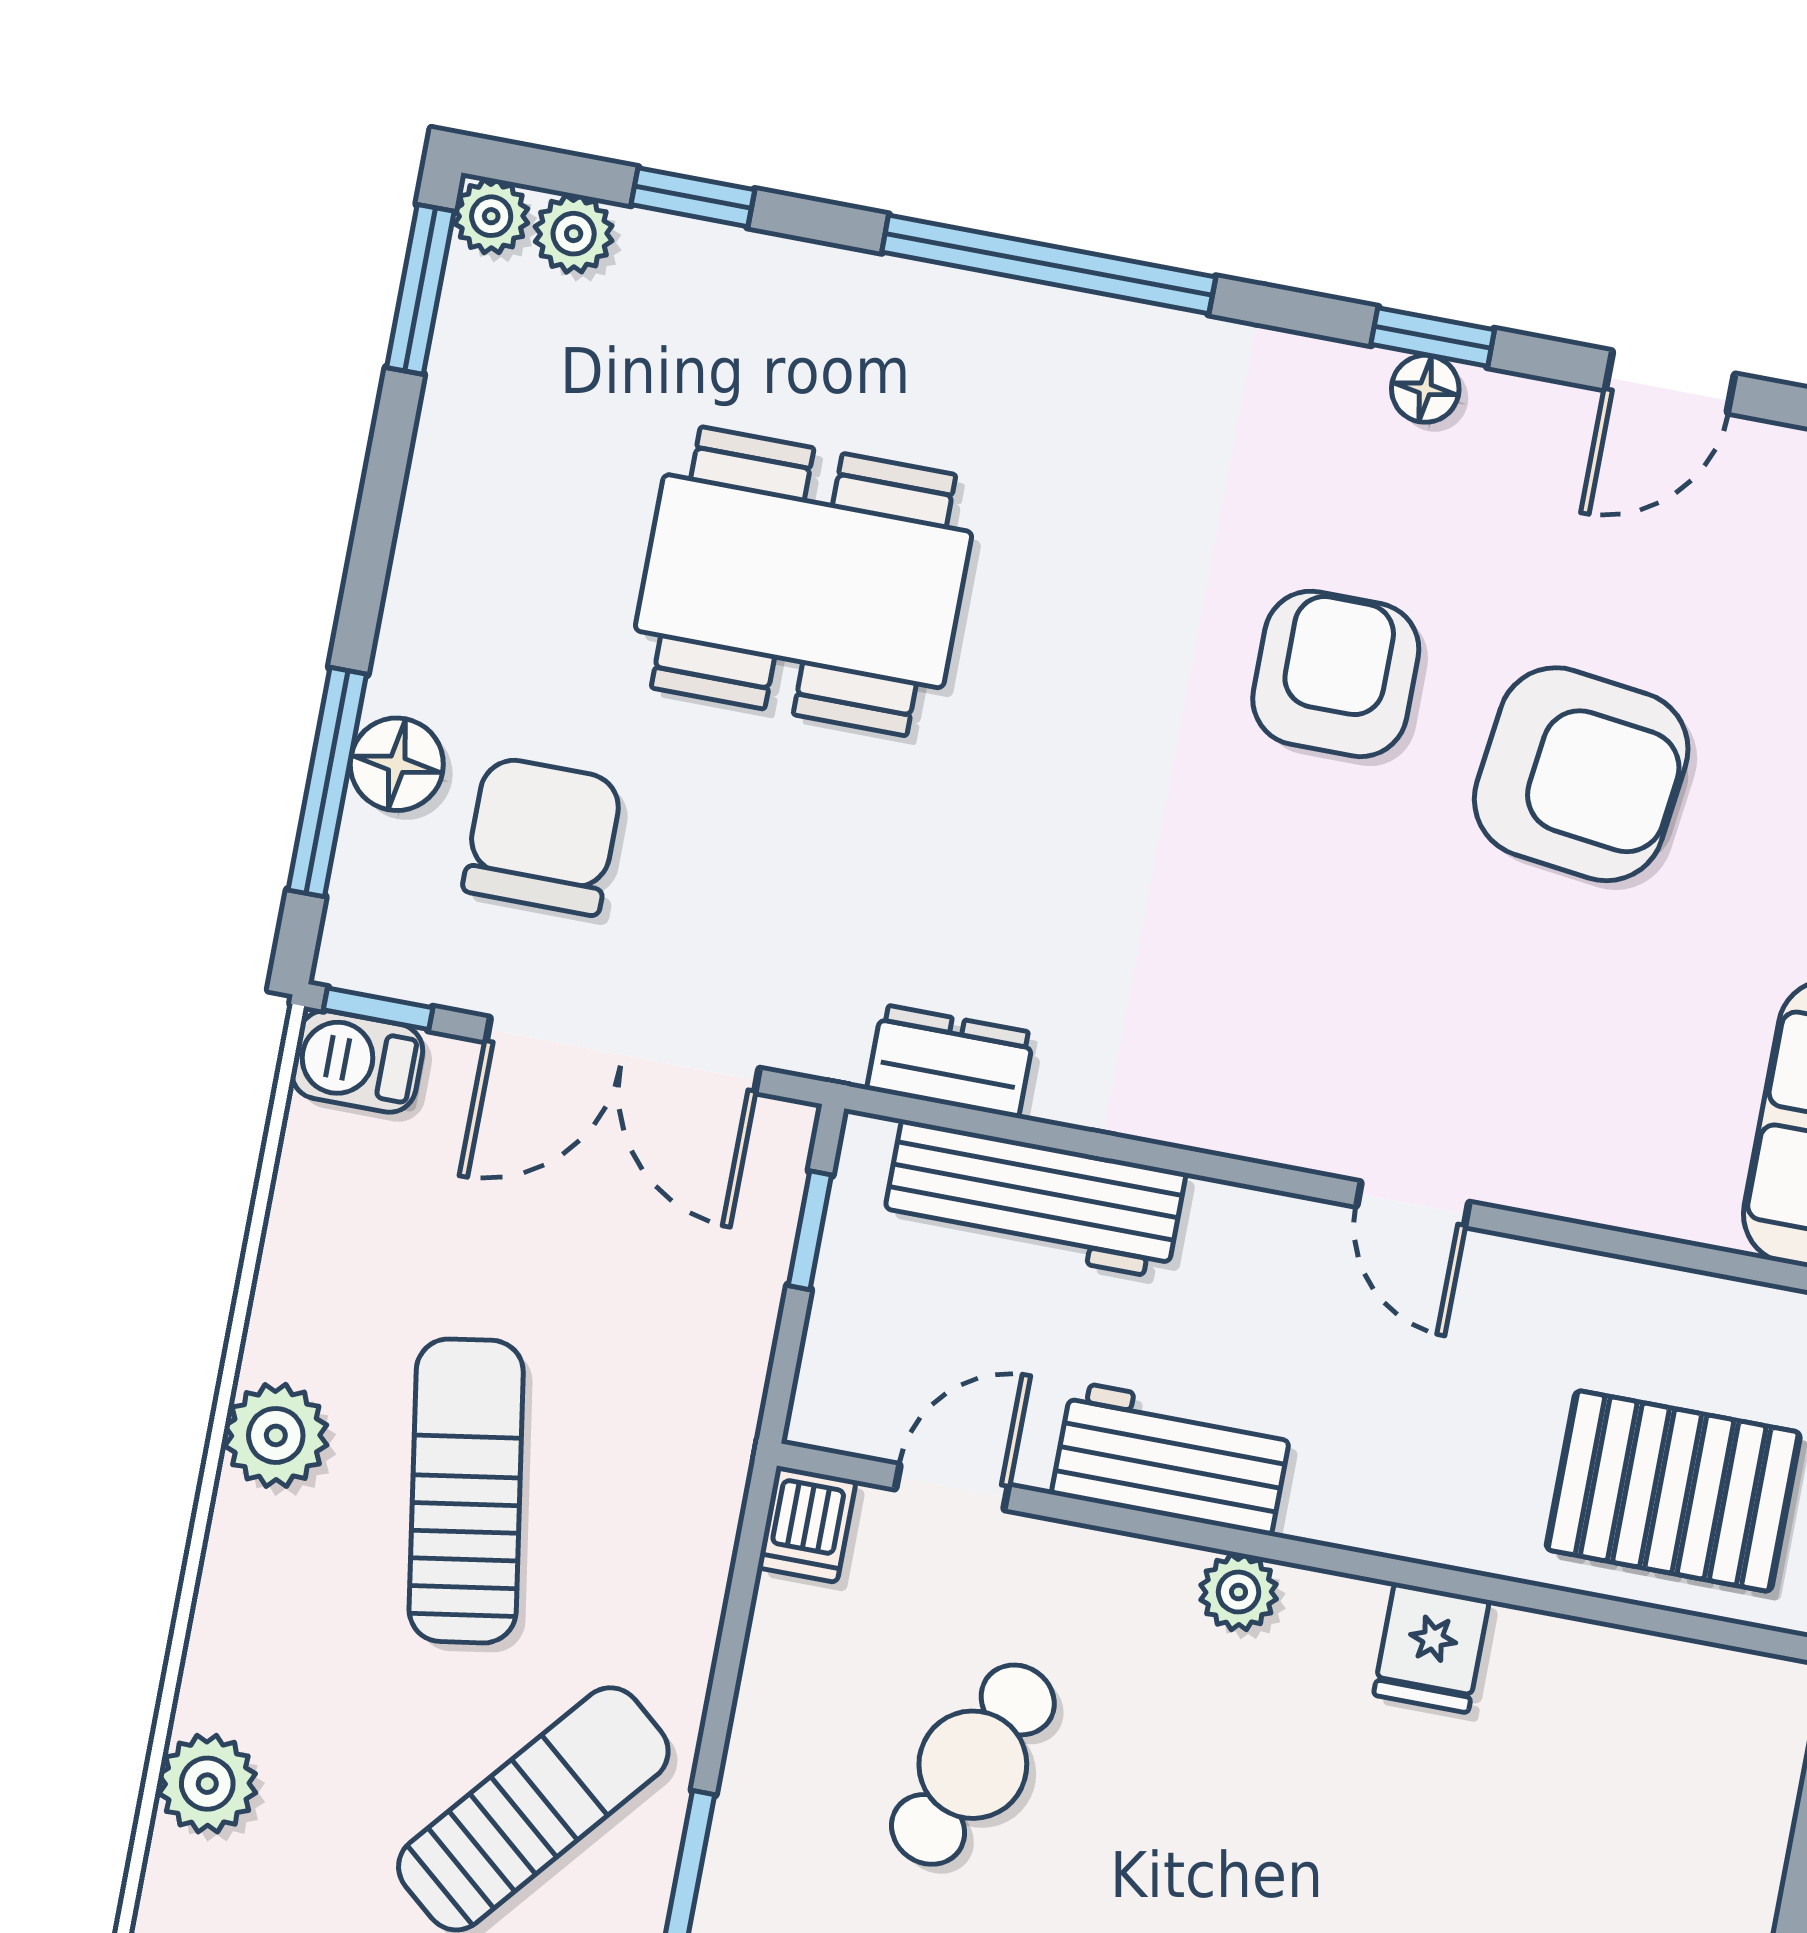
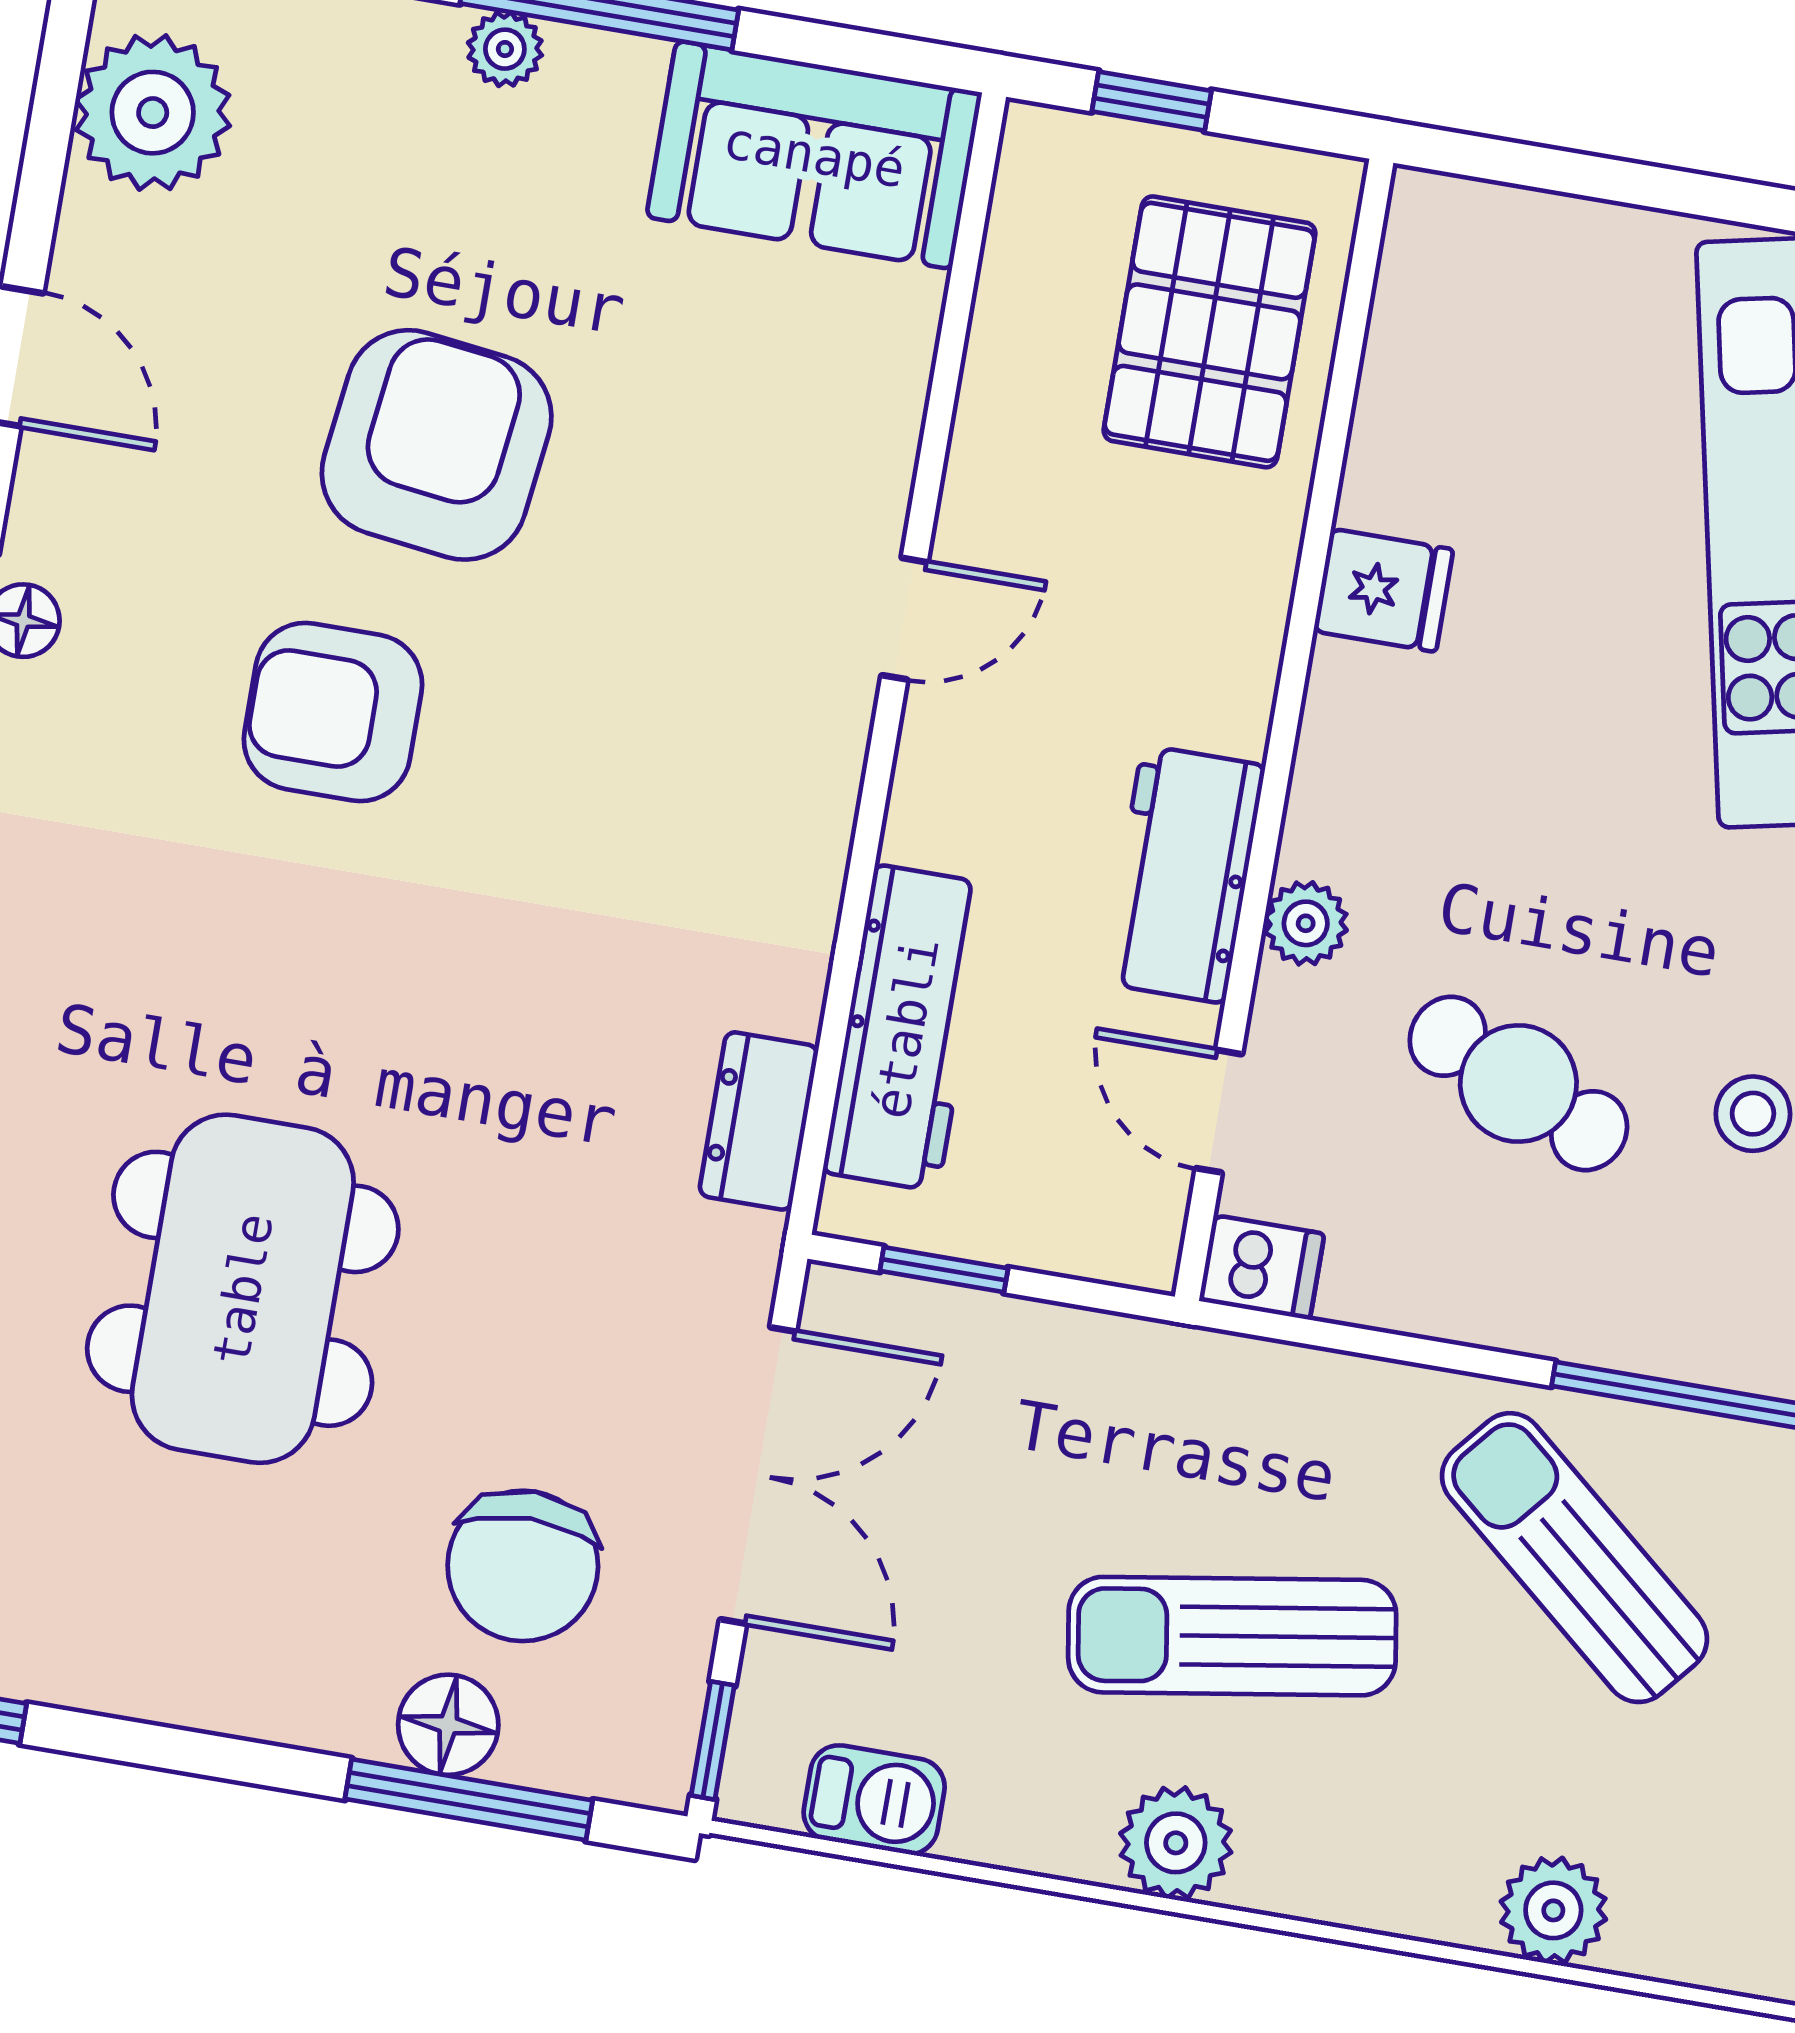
chair: (543, 836) -> (523, 1566), turned -90
barbecue: (357, 1061) -> (874, 1800), moved, turned -90
plant: (1239, 1592) -> (1306, 923), moved

